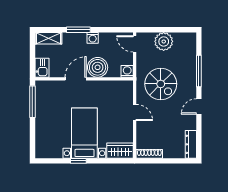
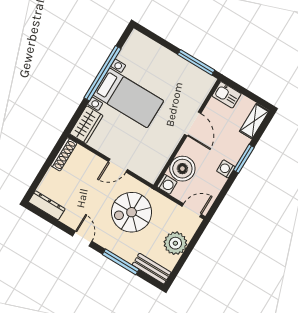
bench: (191, 47) -> (152, 269), added
boiler: (98, 67) -> (182, 169), moved
window: (78, 161) -> (103, 73), width x3.17

